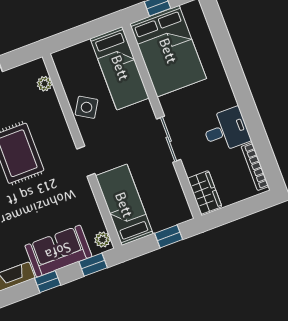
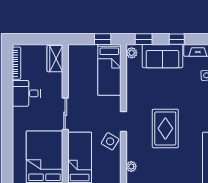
sliding door: (169, 139) -> (65, 114), moved
doorway: (86, 161) -> (123, 122), moved
window: (169, 236) -> (103, 39), moved

